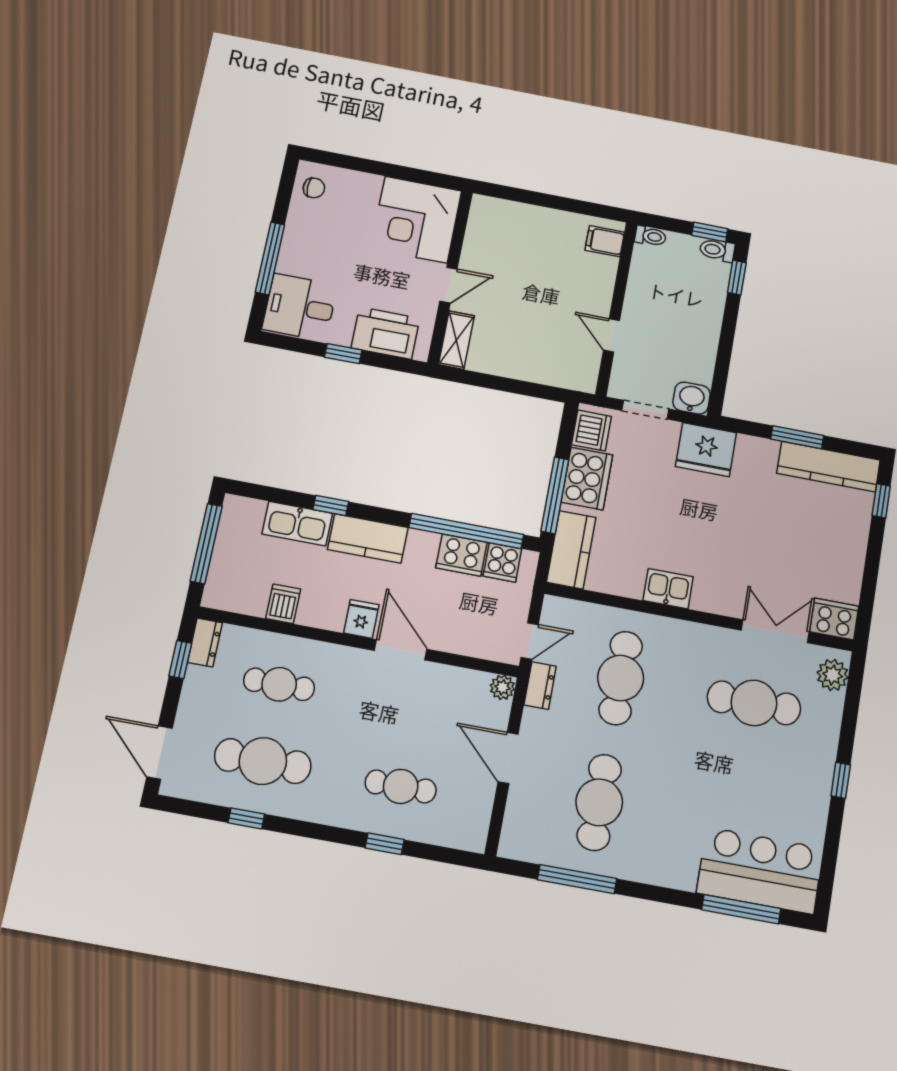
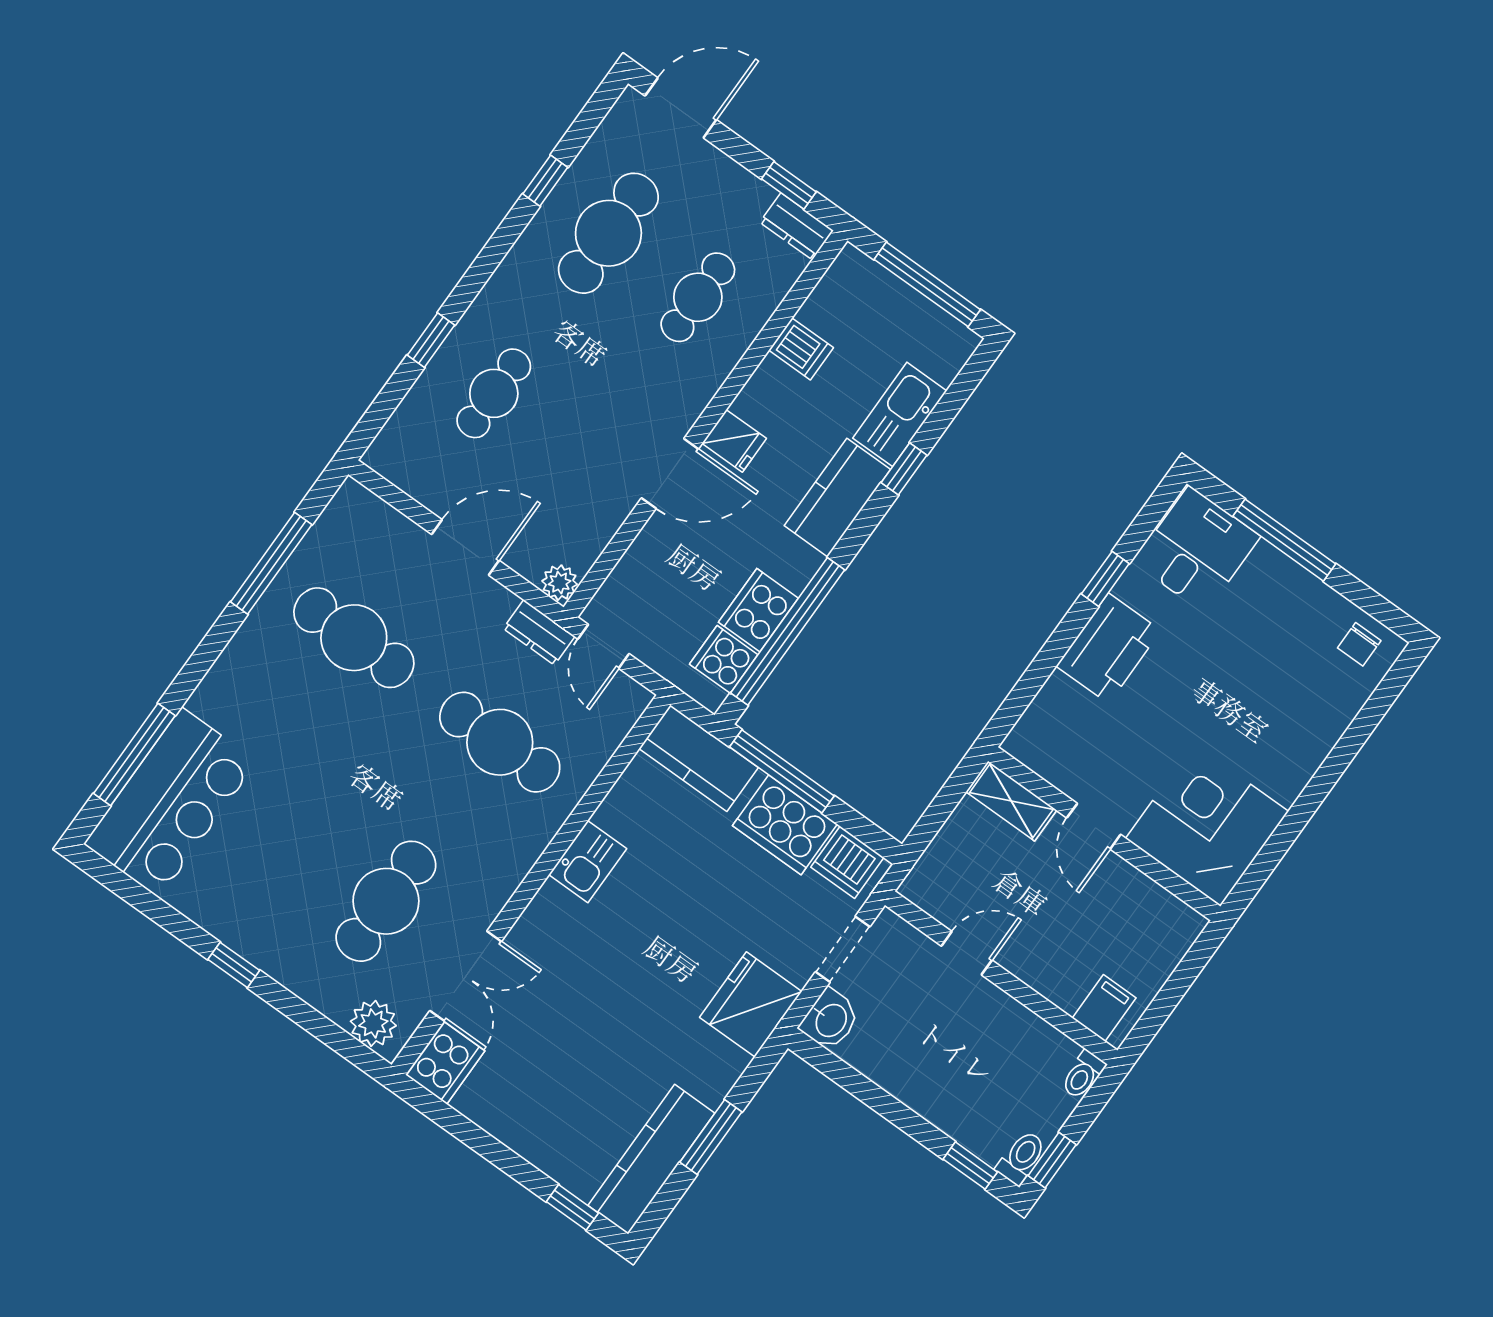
corner desk: (416, 220) -> (1207, 825), moved
wall: (450, 277) -> (1104, 834), moved
door: (448, 285) -> (1094, 826), moved
shelving: (456, 340) -> (1011, 801), moved

